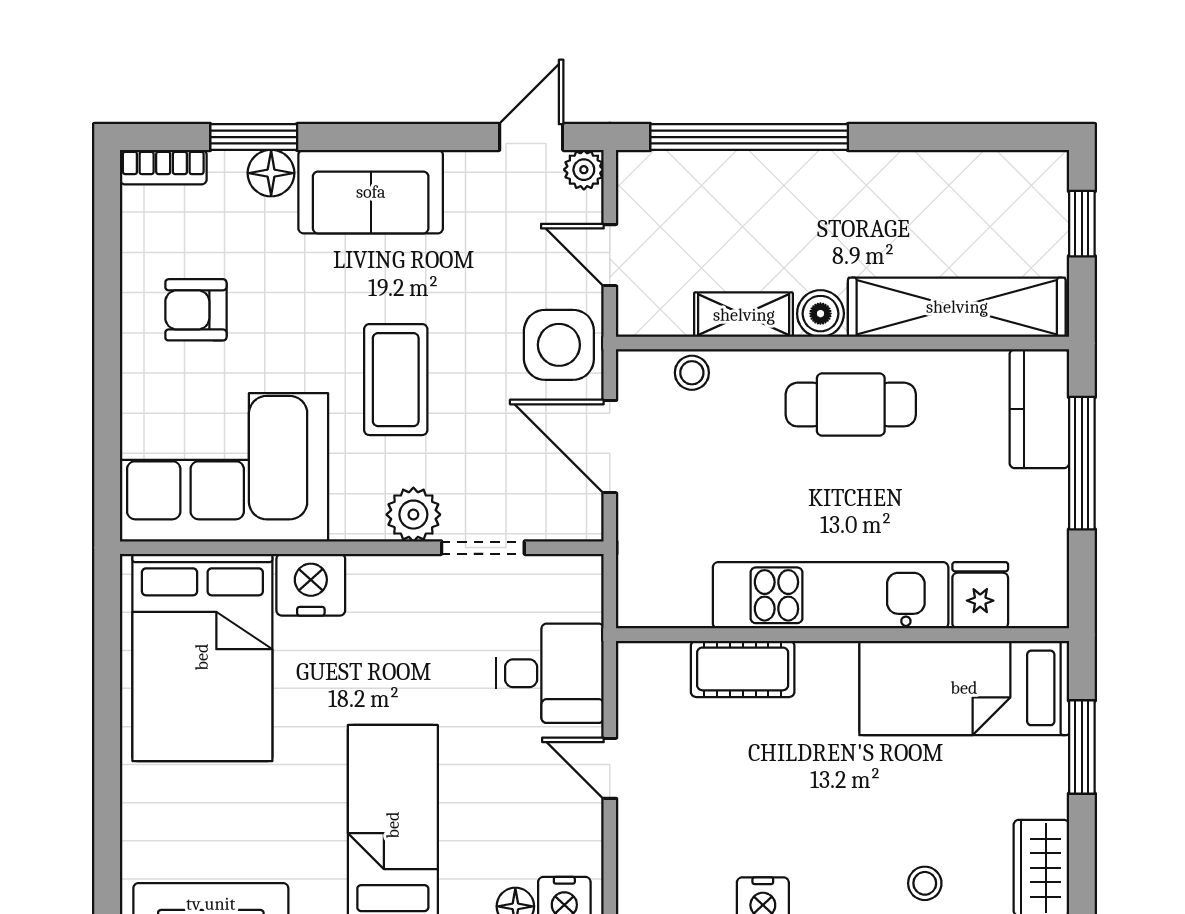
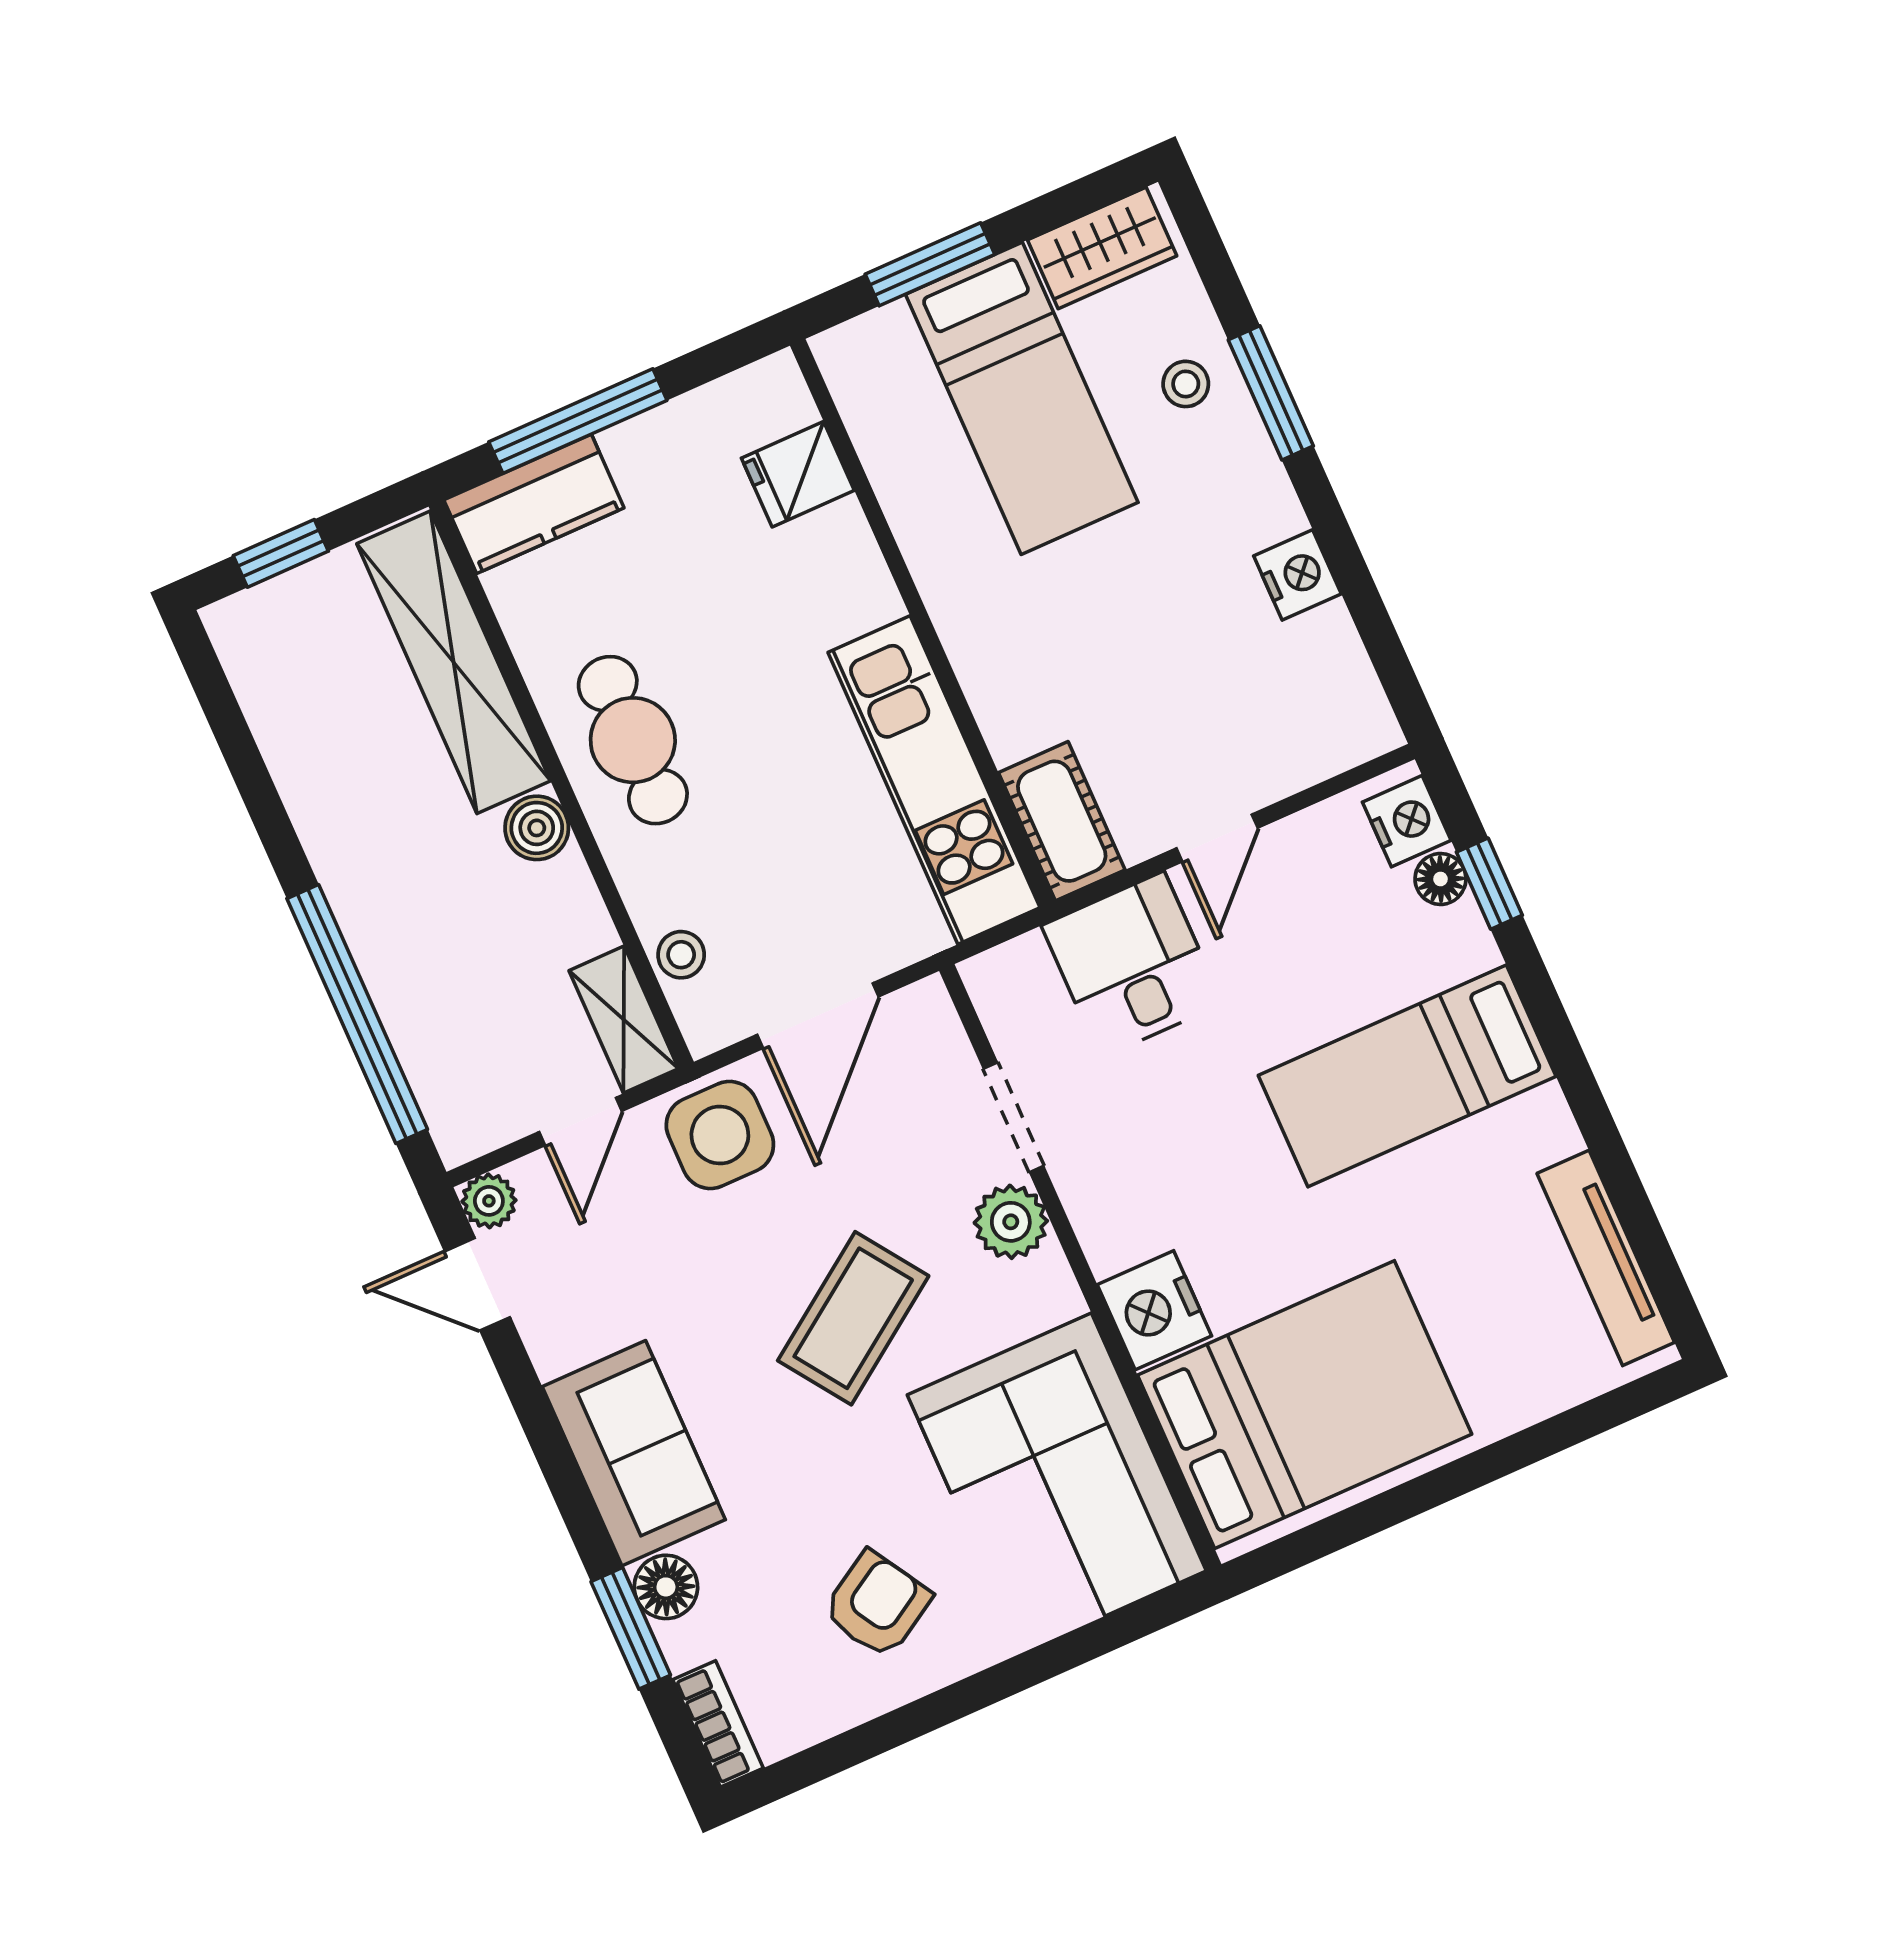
armchair: (196, 310) -> (877, 1605), turned -121
shelving: (744, 315) -> (624, 1020), moved
coffee table: (396, 380) -> (853, 1318), turned -35
kitchen unit: (831, 595) -> (934, 780), moved
cot: (743, 669) -> (1062, 821), moved
bed: (964, 688) -> (1022, 398), moved

